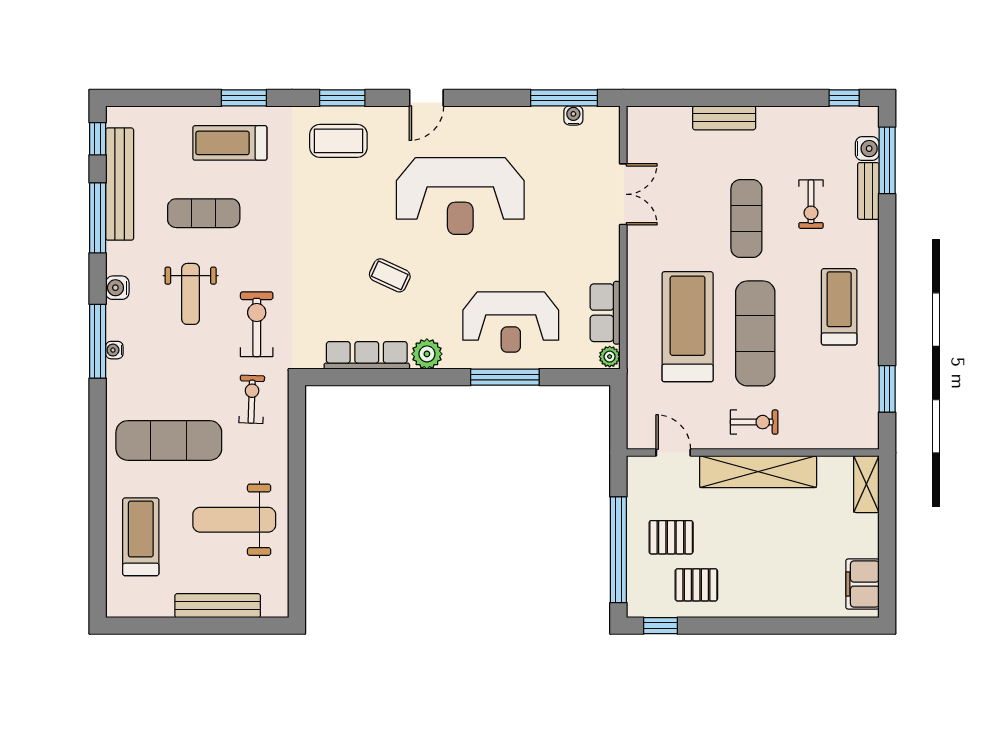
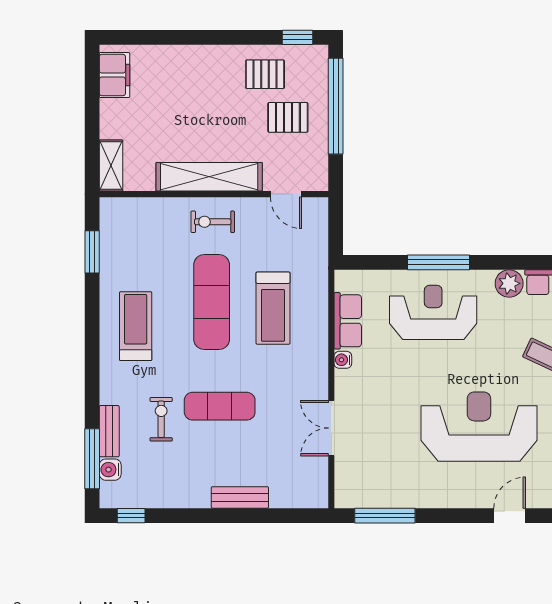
water cooler: (573, 115) -> (343, 360), moved, turned 90
exercise mat: (746, 219) -> (220, 406), turned 90
treadmill: (839, 307) -> (136, 326), turned 180
treadmill: (688, 327) -> (273, 308), width x0.73, depth x0.73
plant: (610, 357) -> (344, 281), removed

